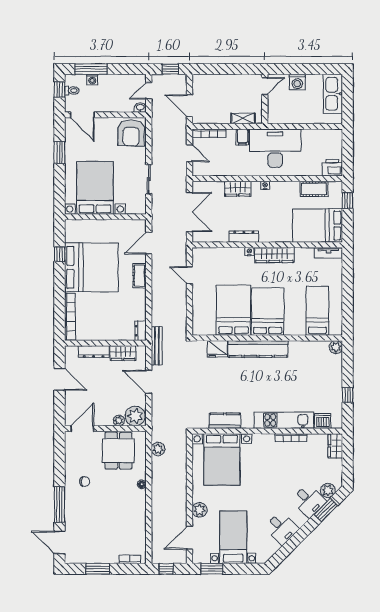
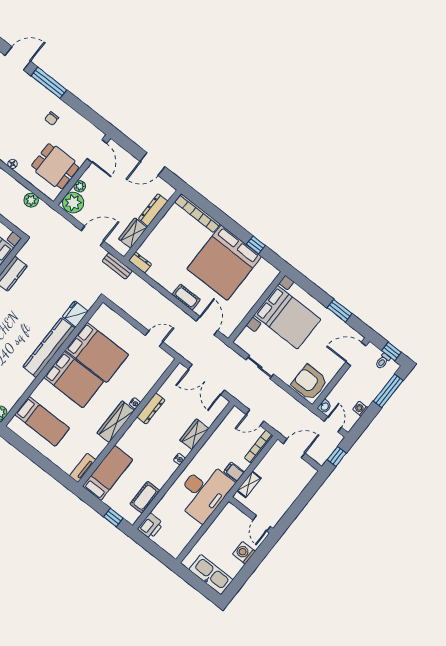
washing machine: (92, 79) -> (360, 409), moved
bed: (318, 226) -> (108, 473), width x0.67
bench: (157, 346) -> (117, 266), width x0.73

